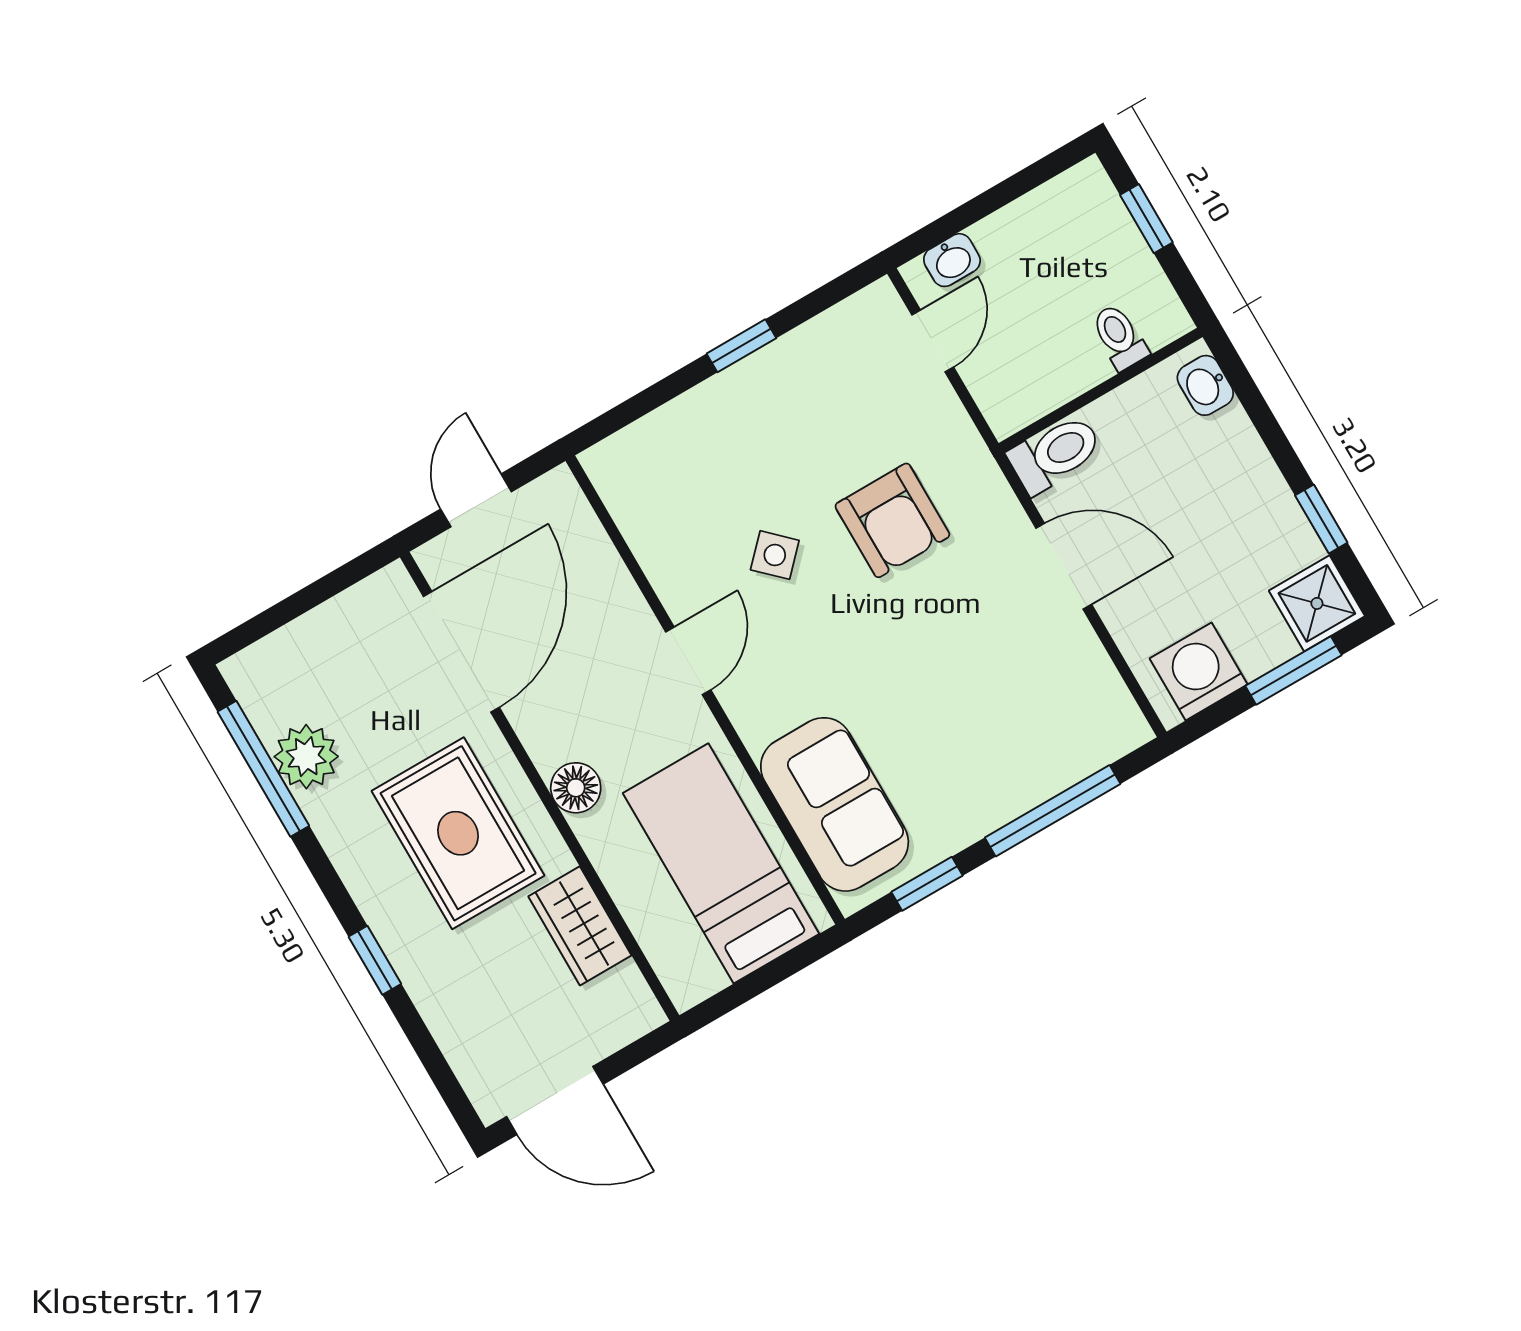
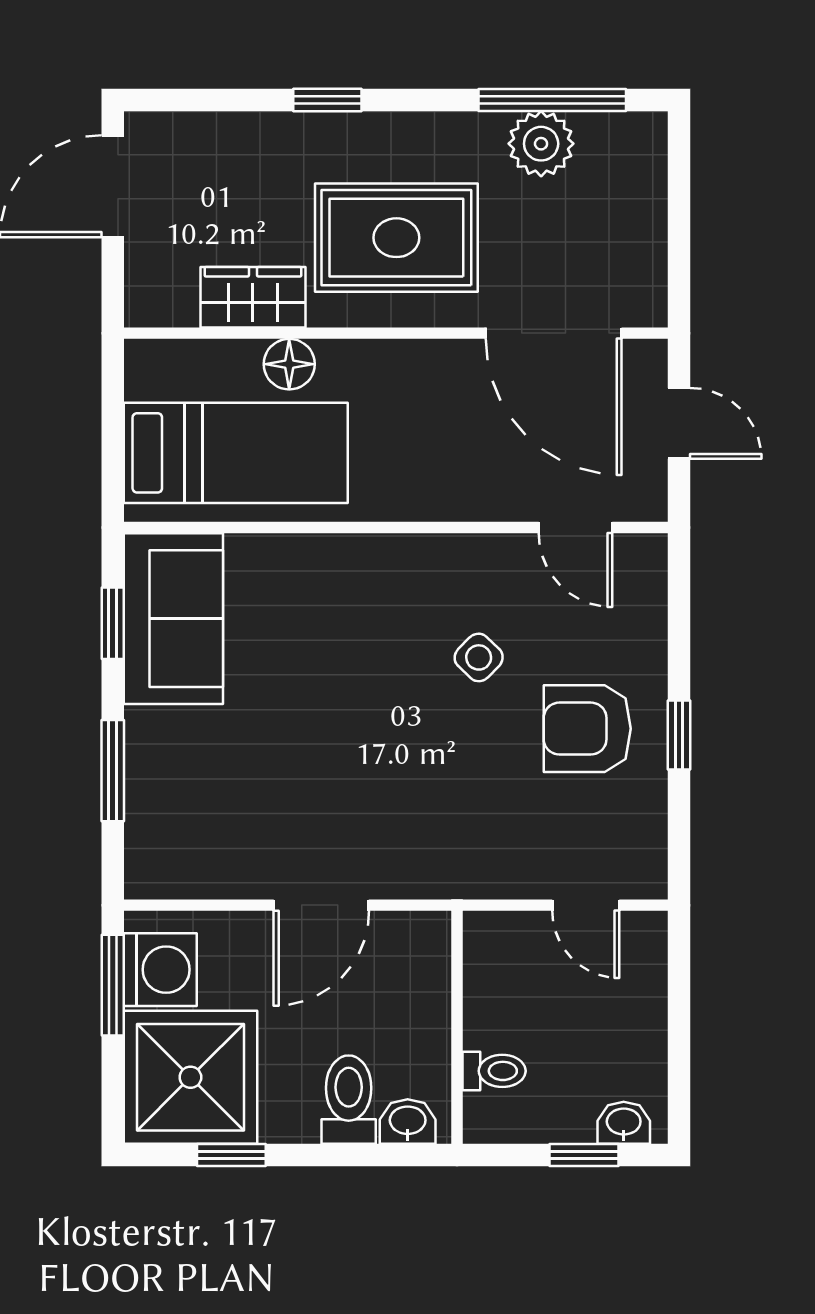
washbasin: (952, 260) -> (624, 1123), moved, turned 90
toilet: (1055, 454) -> (349, 1100), moved, turned 180
armchair: (892, 520) -> (587, 729), moved
shower: (1317, 603) -> (190, 1077), width x1.86, depth x1.86
door: (688, 661) -> (575, 528), moved
window: (1294, 670) -> (113, 985), moved
floor lamp: (576, 788) -> (289, 364), moved
sofa: (835, 804) -> (173, 619), moved, turned -90
window: (1053, 811) -> (113, 771), width x0.69

